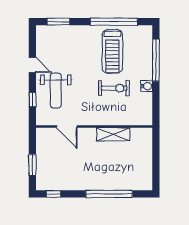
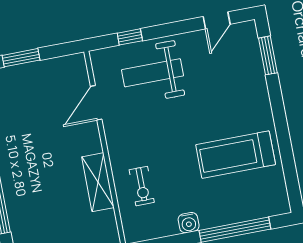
window: (114, 22) -> (285, 148), removed
door: (32, 65) -> (217, 20), moved
exercise bike: (114, 88) -> (142, 186), moved, width x0.73, depth x0.72

